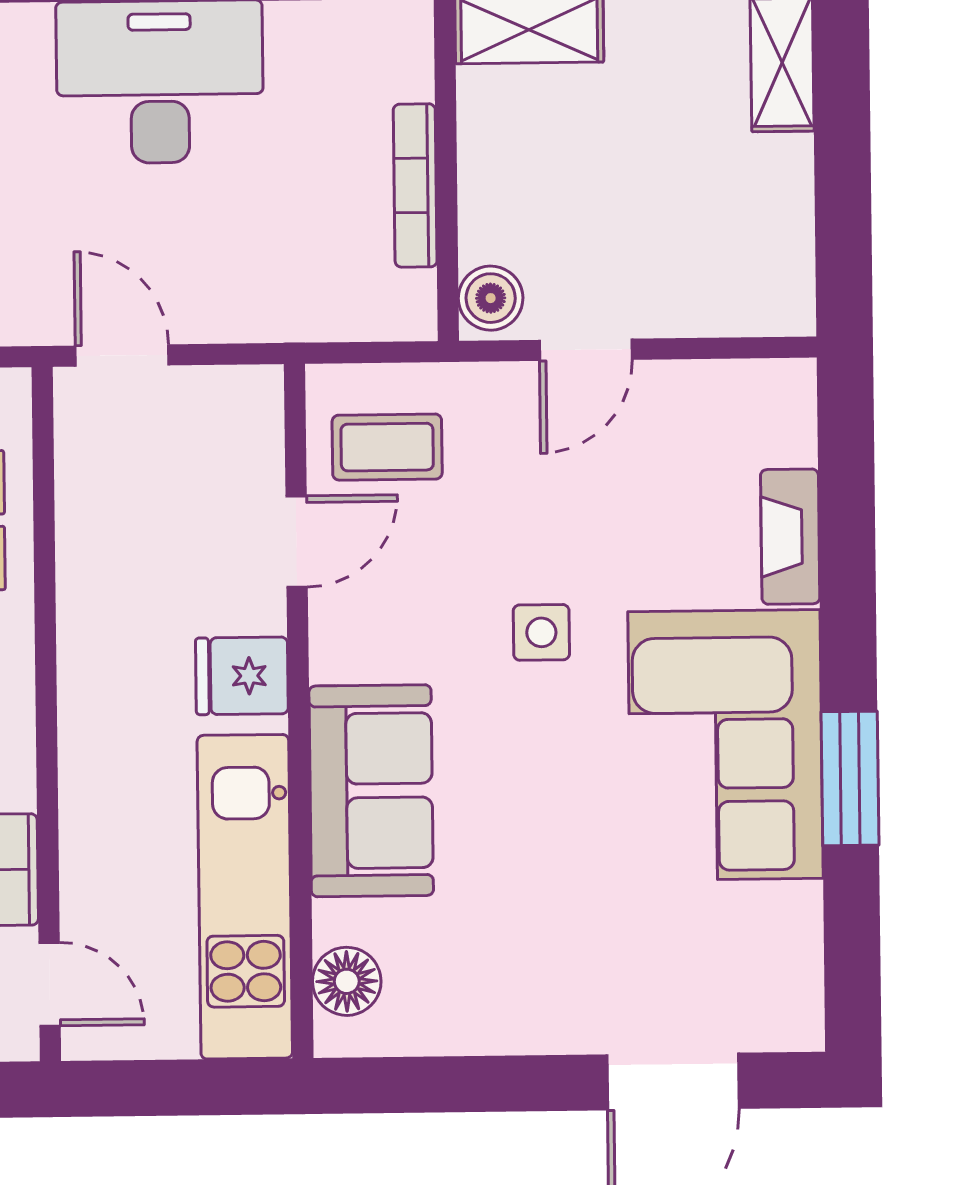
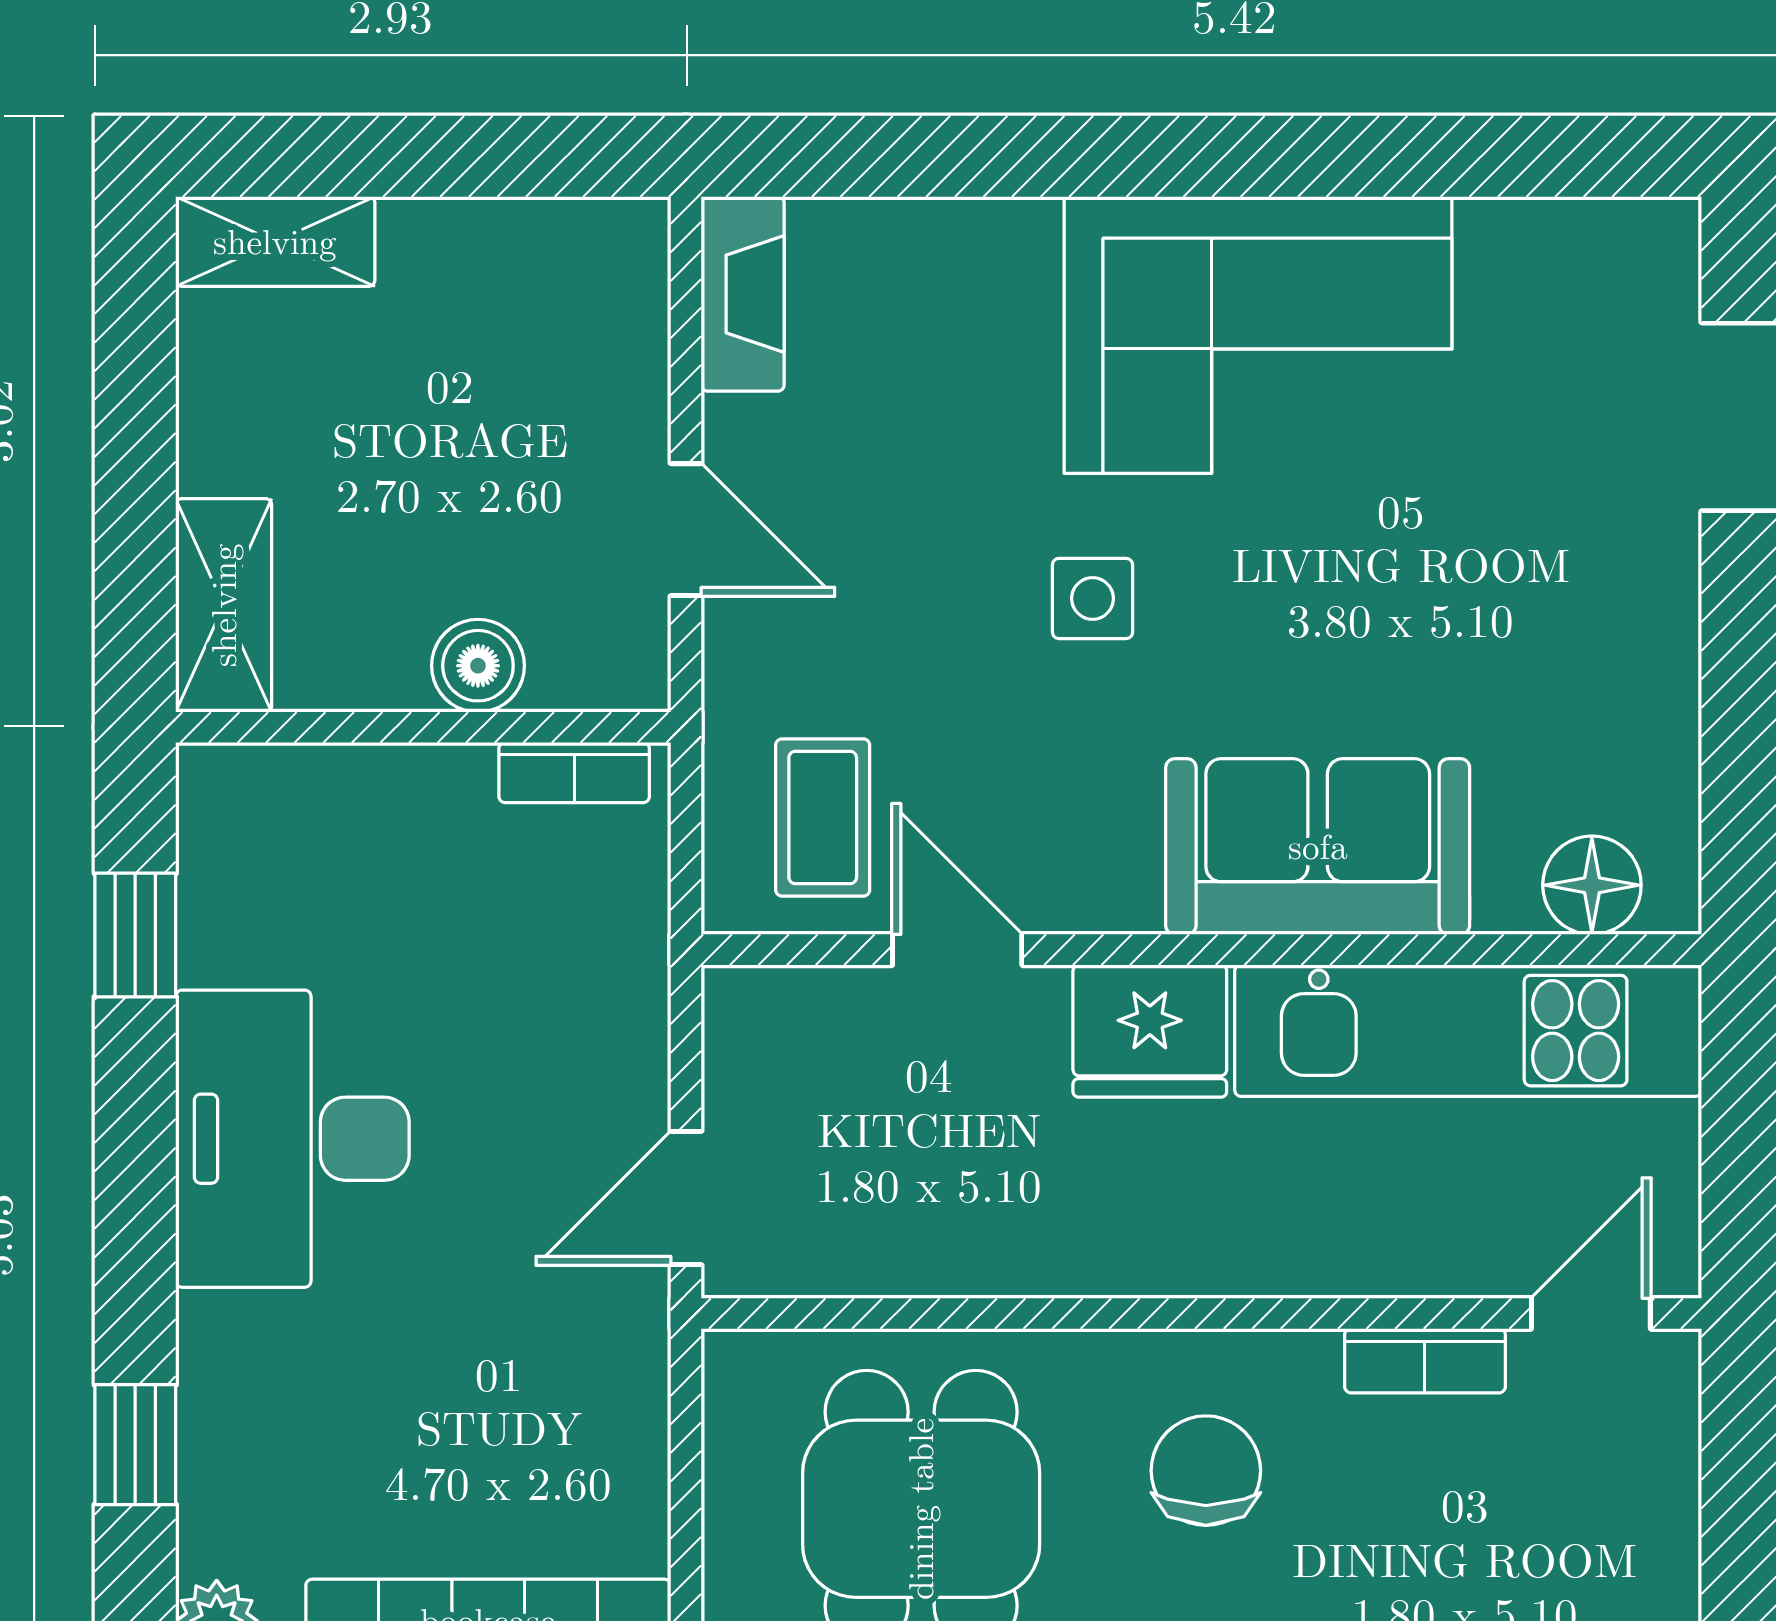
bookcase: (415, 185) -> (574, 773), moved, width x0.64
boiler: (491, 298) -> (478, 666), moved
fireplace: (790, 537) -> (743, 294), moved, turned -90
fridge: (242, 676) -> (1150, 1031), width x1.38
window: (850, 778) -> (1308, 156), removed

